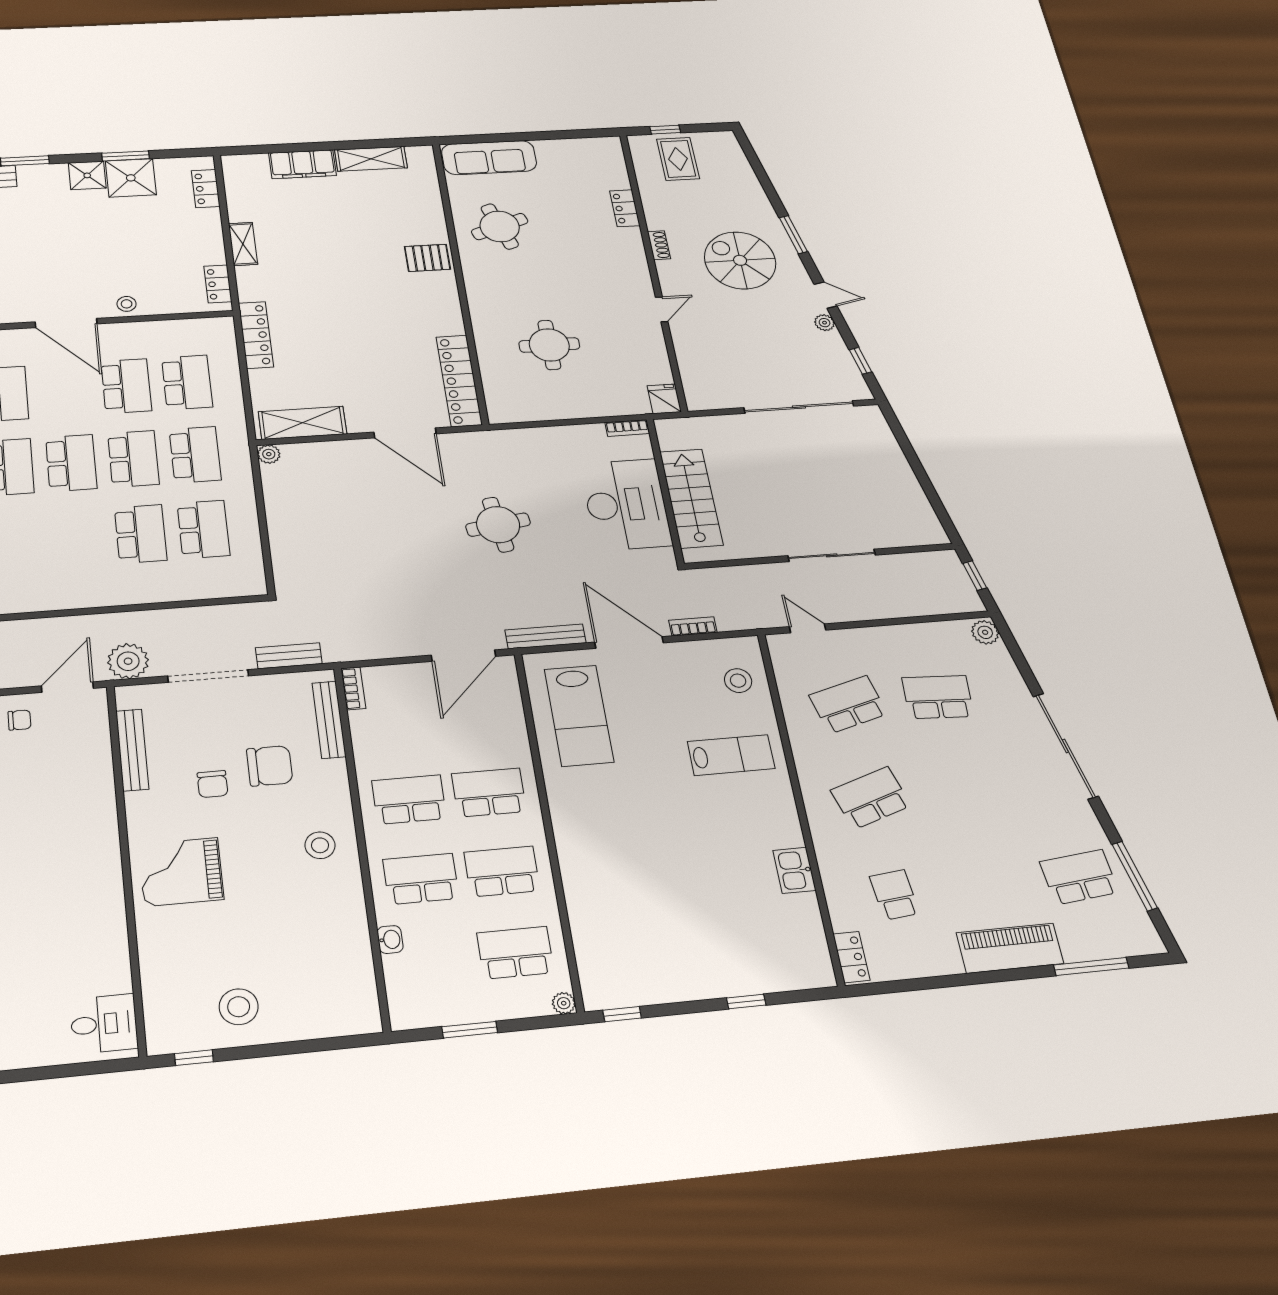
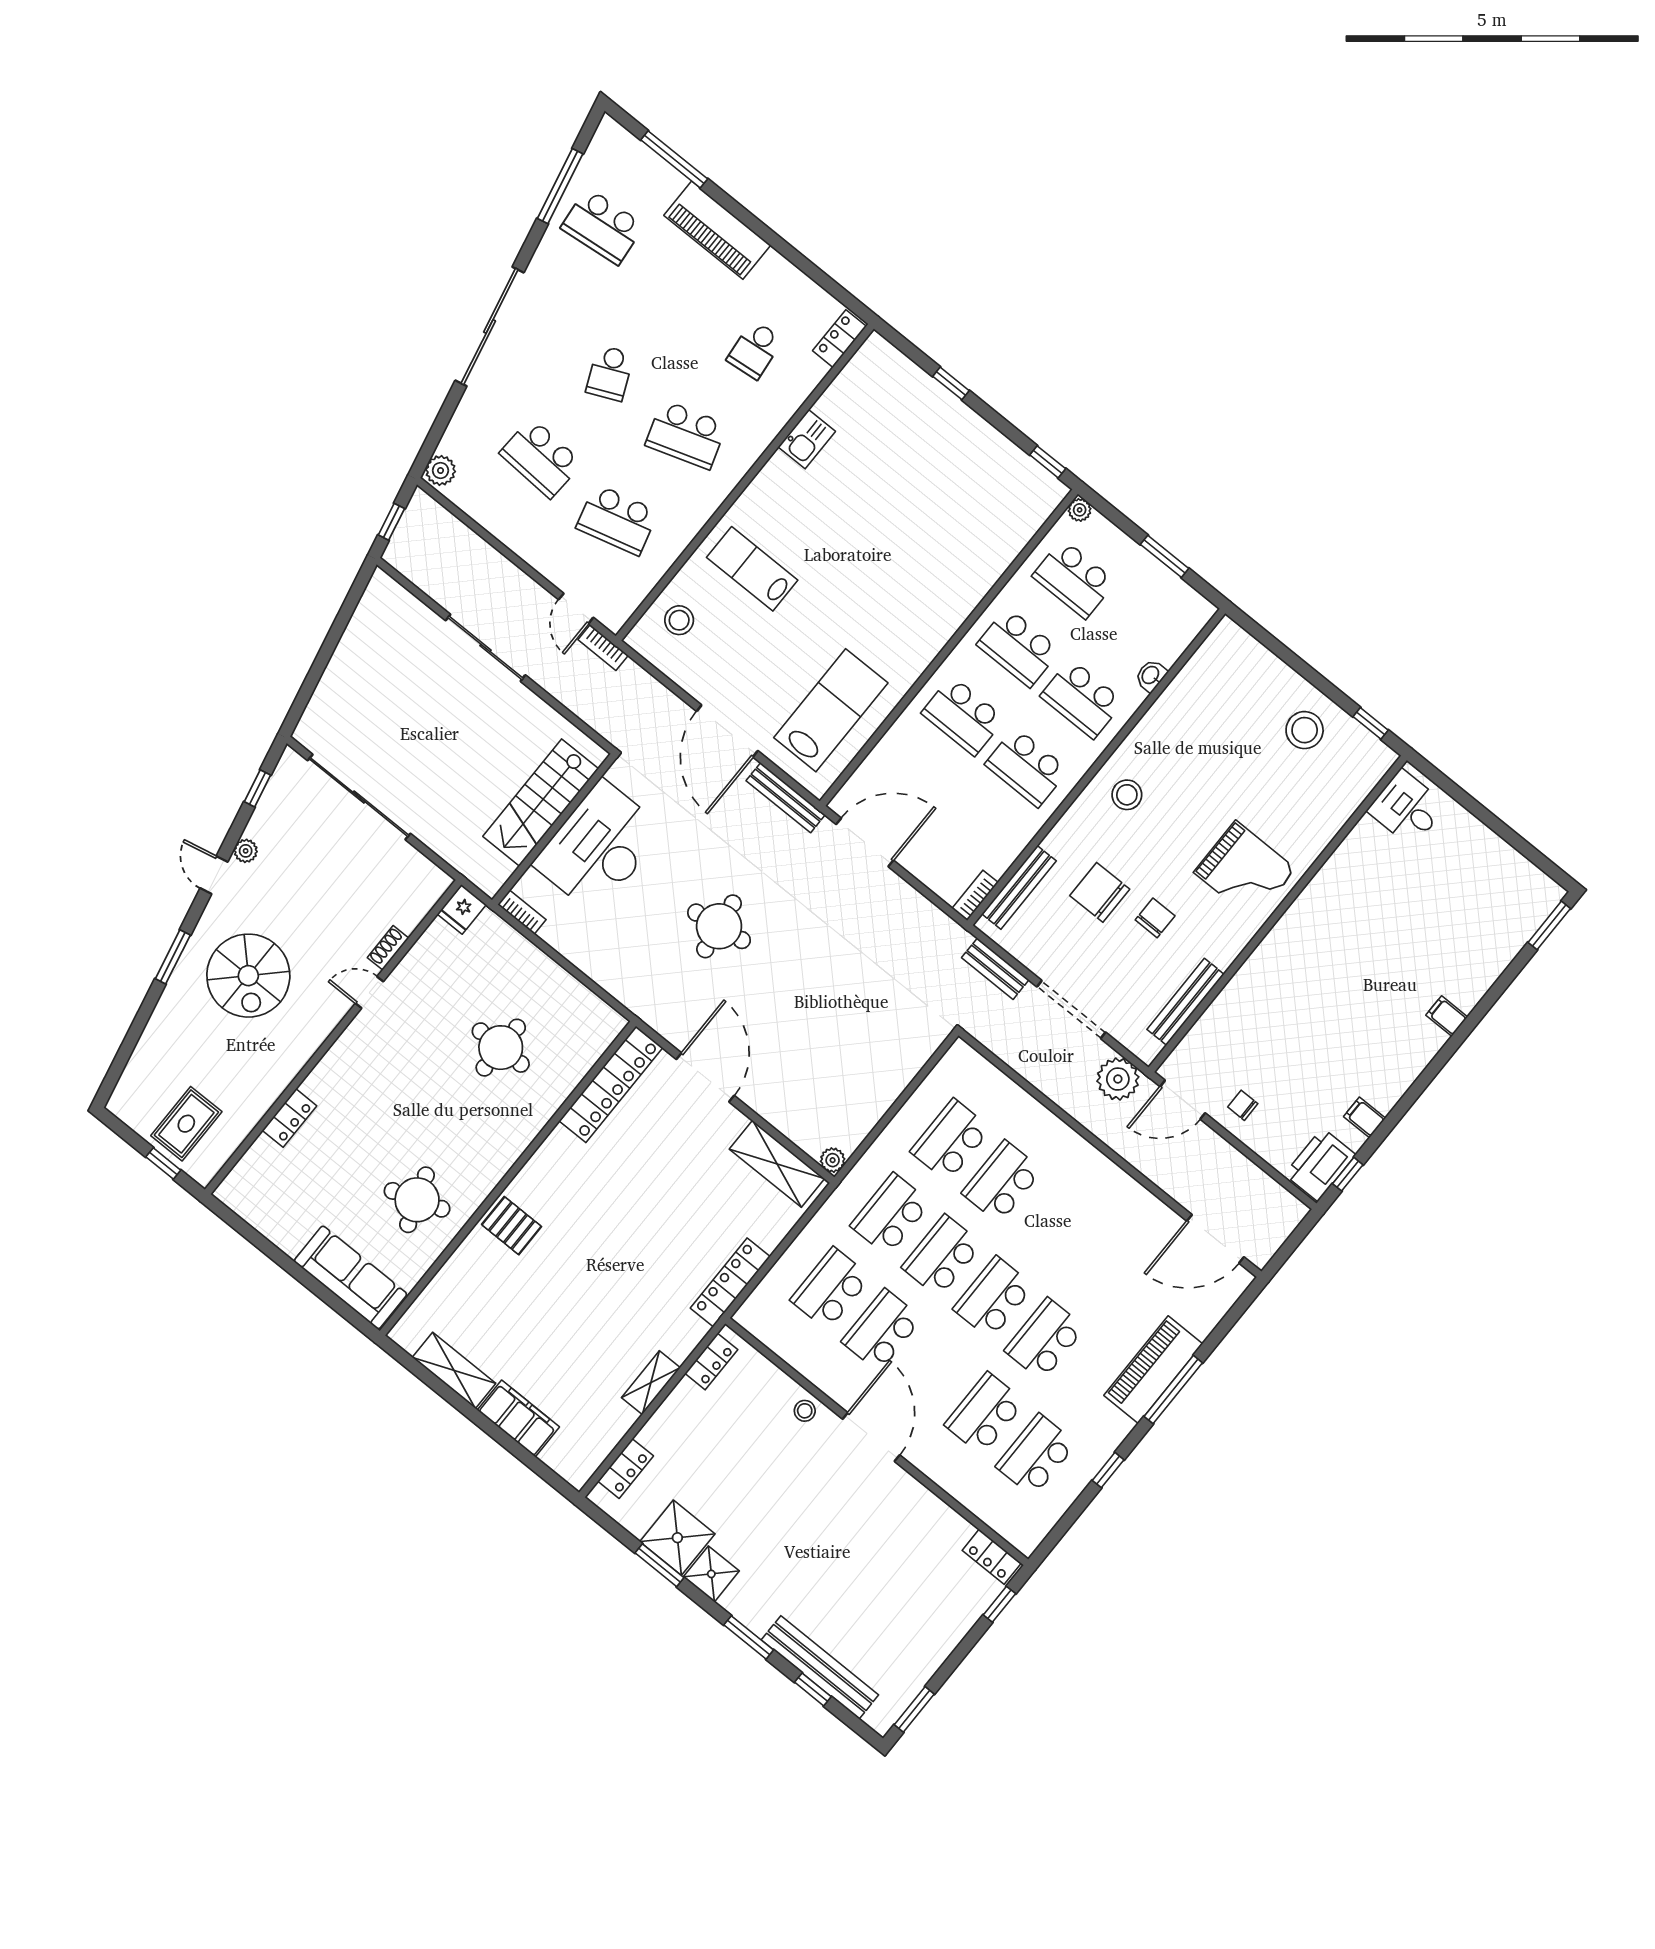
shoe rack: (659, 245) -> (388, 948), moved
bookcase: (693, 626) -> (603, 648), moved
school desk: (962, 790) -> (610, 373), added

